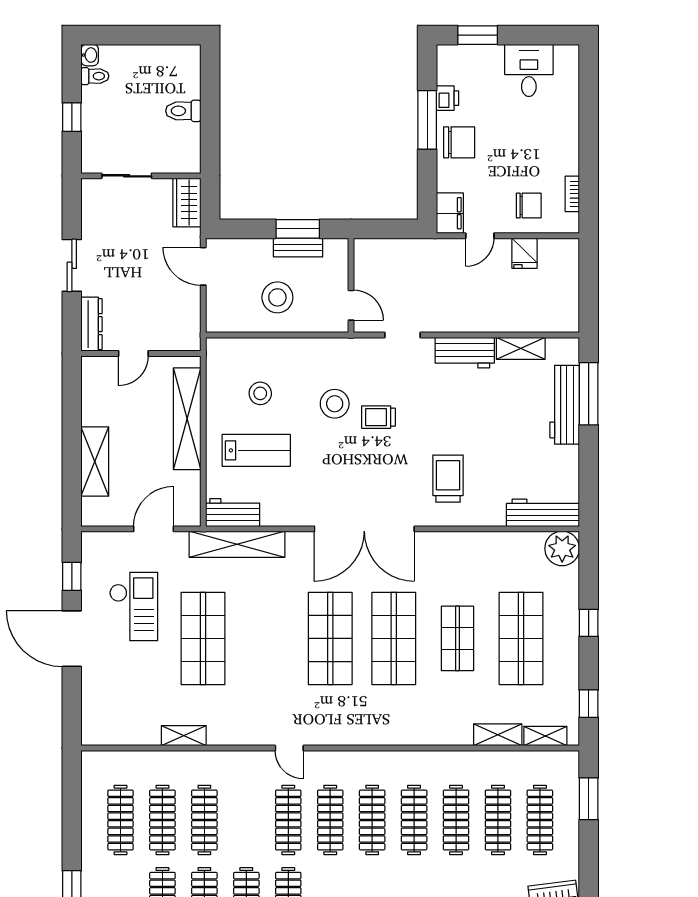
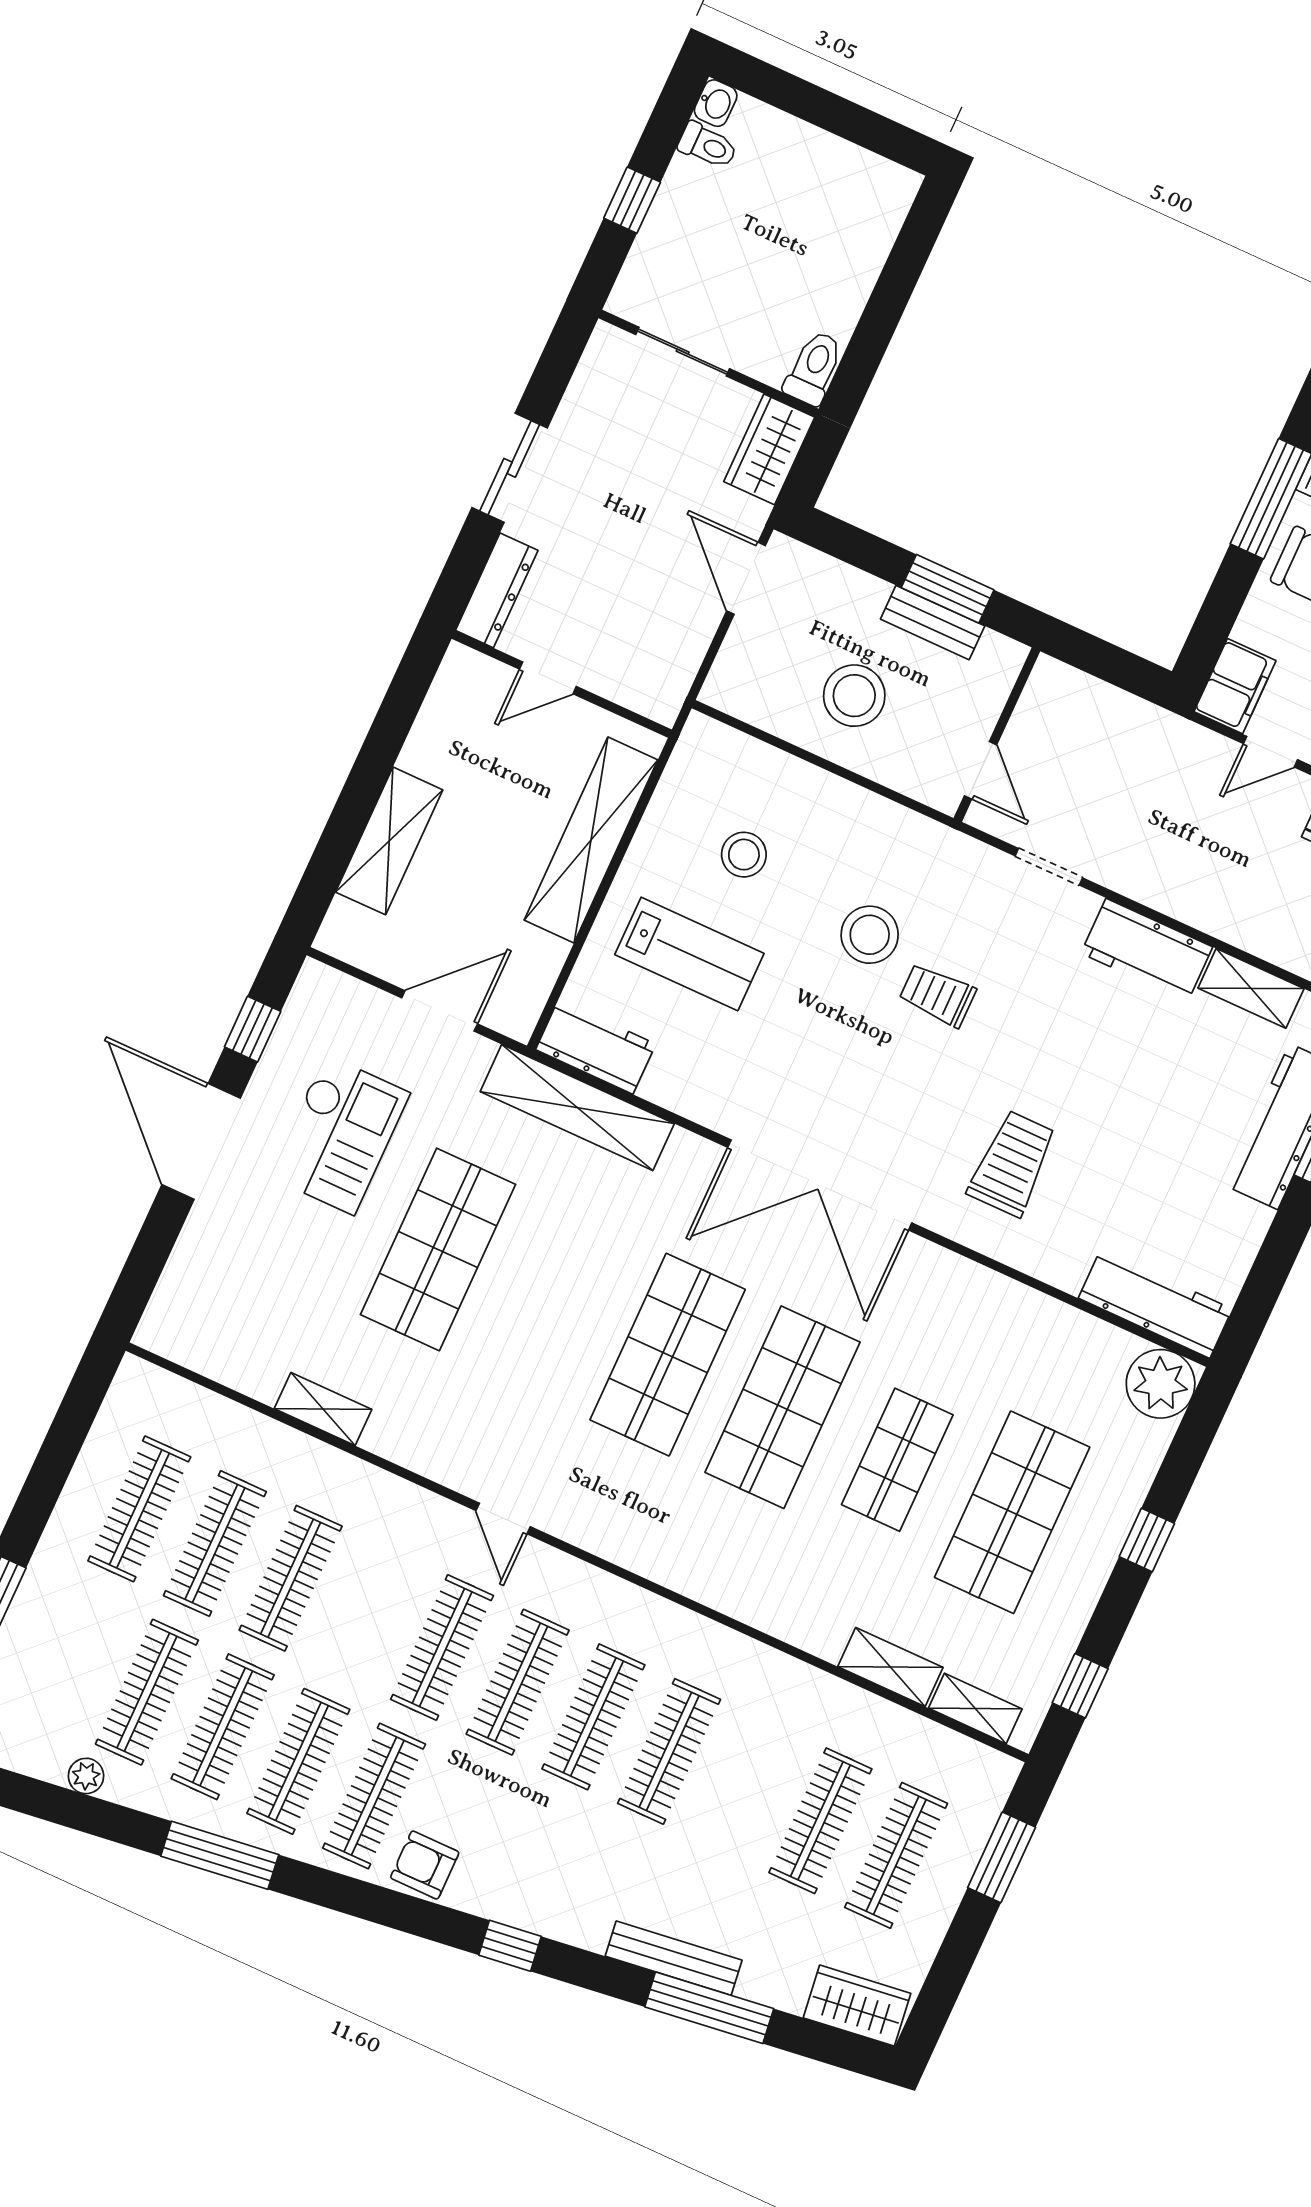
toilet: (183, 111) -> (814, 368), moved, turned 90
clothes rail: (456, 820) -> (745, 1786), removed

